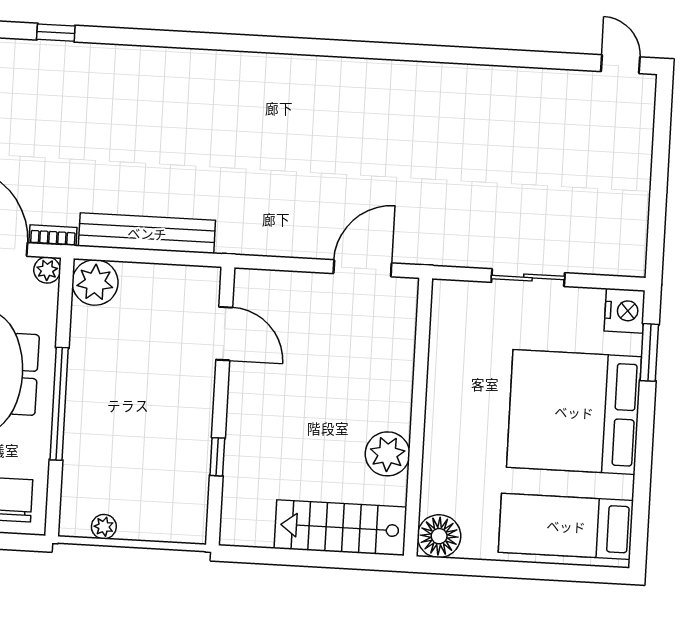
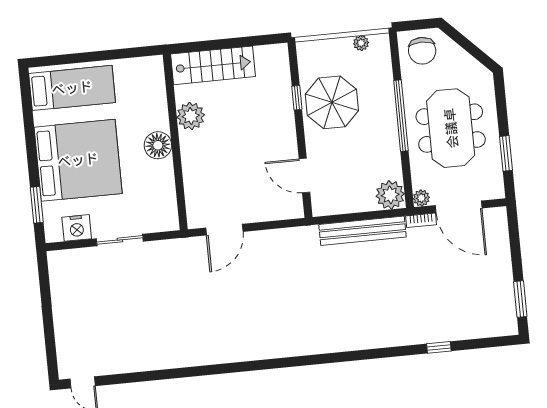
nightstand: (625, 311) -> (77, 228), moved, turned -90
parasol: (164, 441) -> (332, 102), added
floor lamp: (439, 536) -> (158, 145), moved

